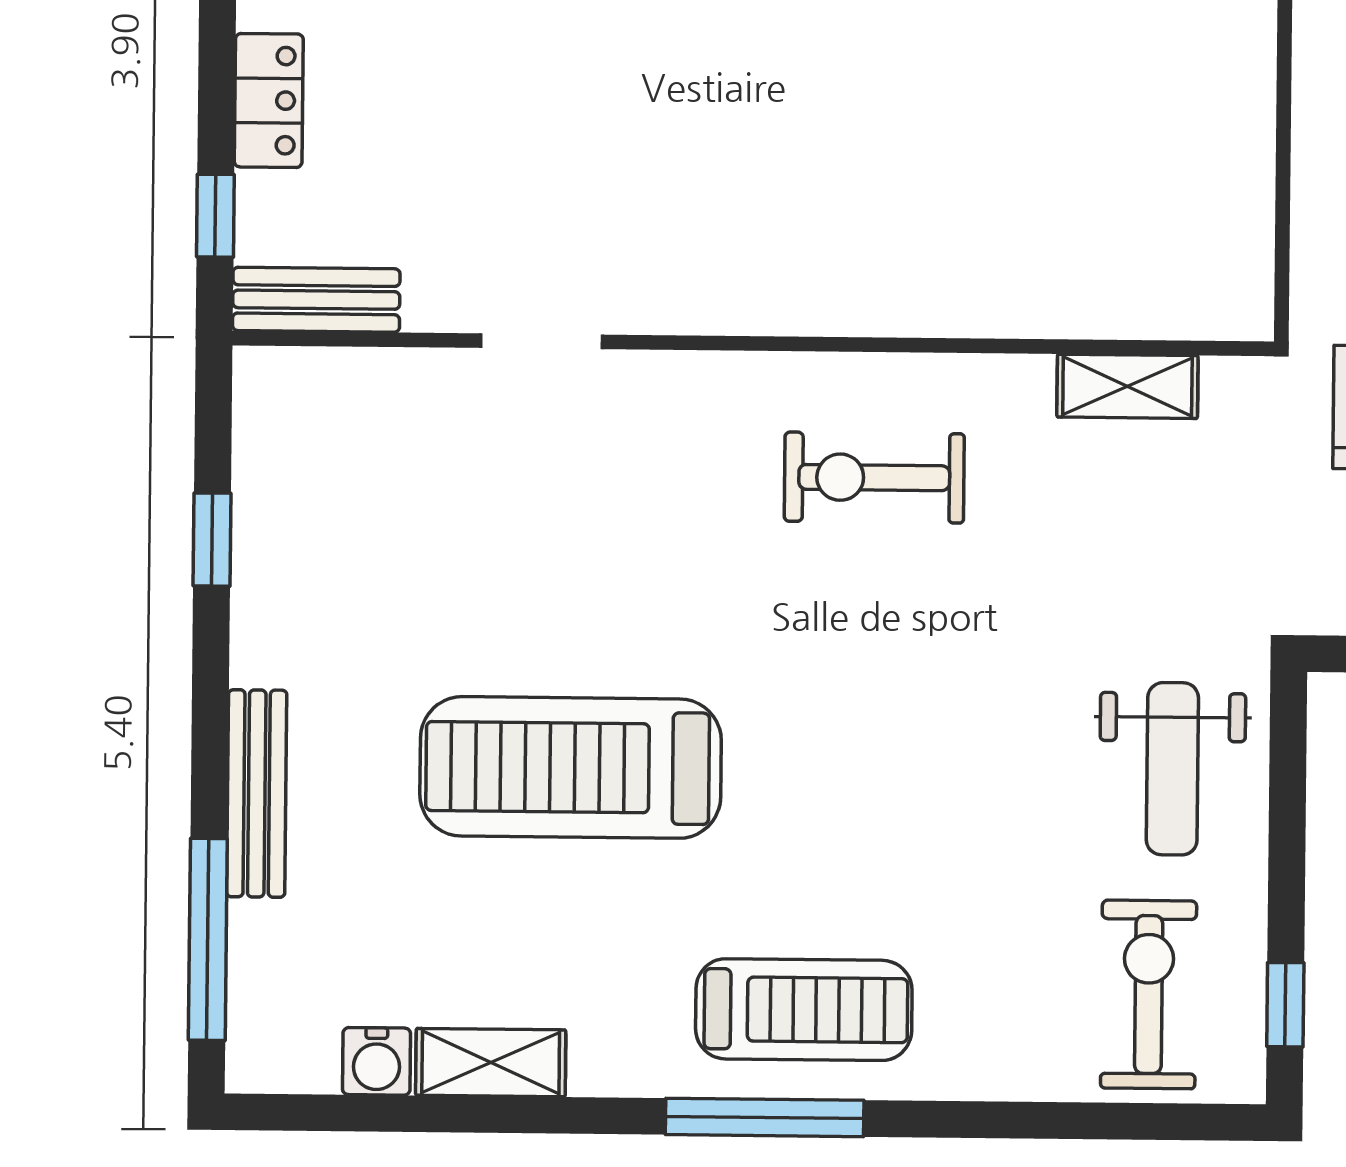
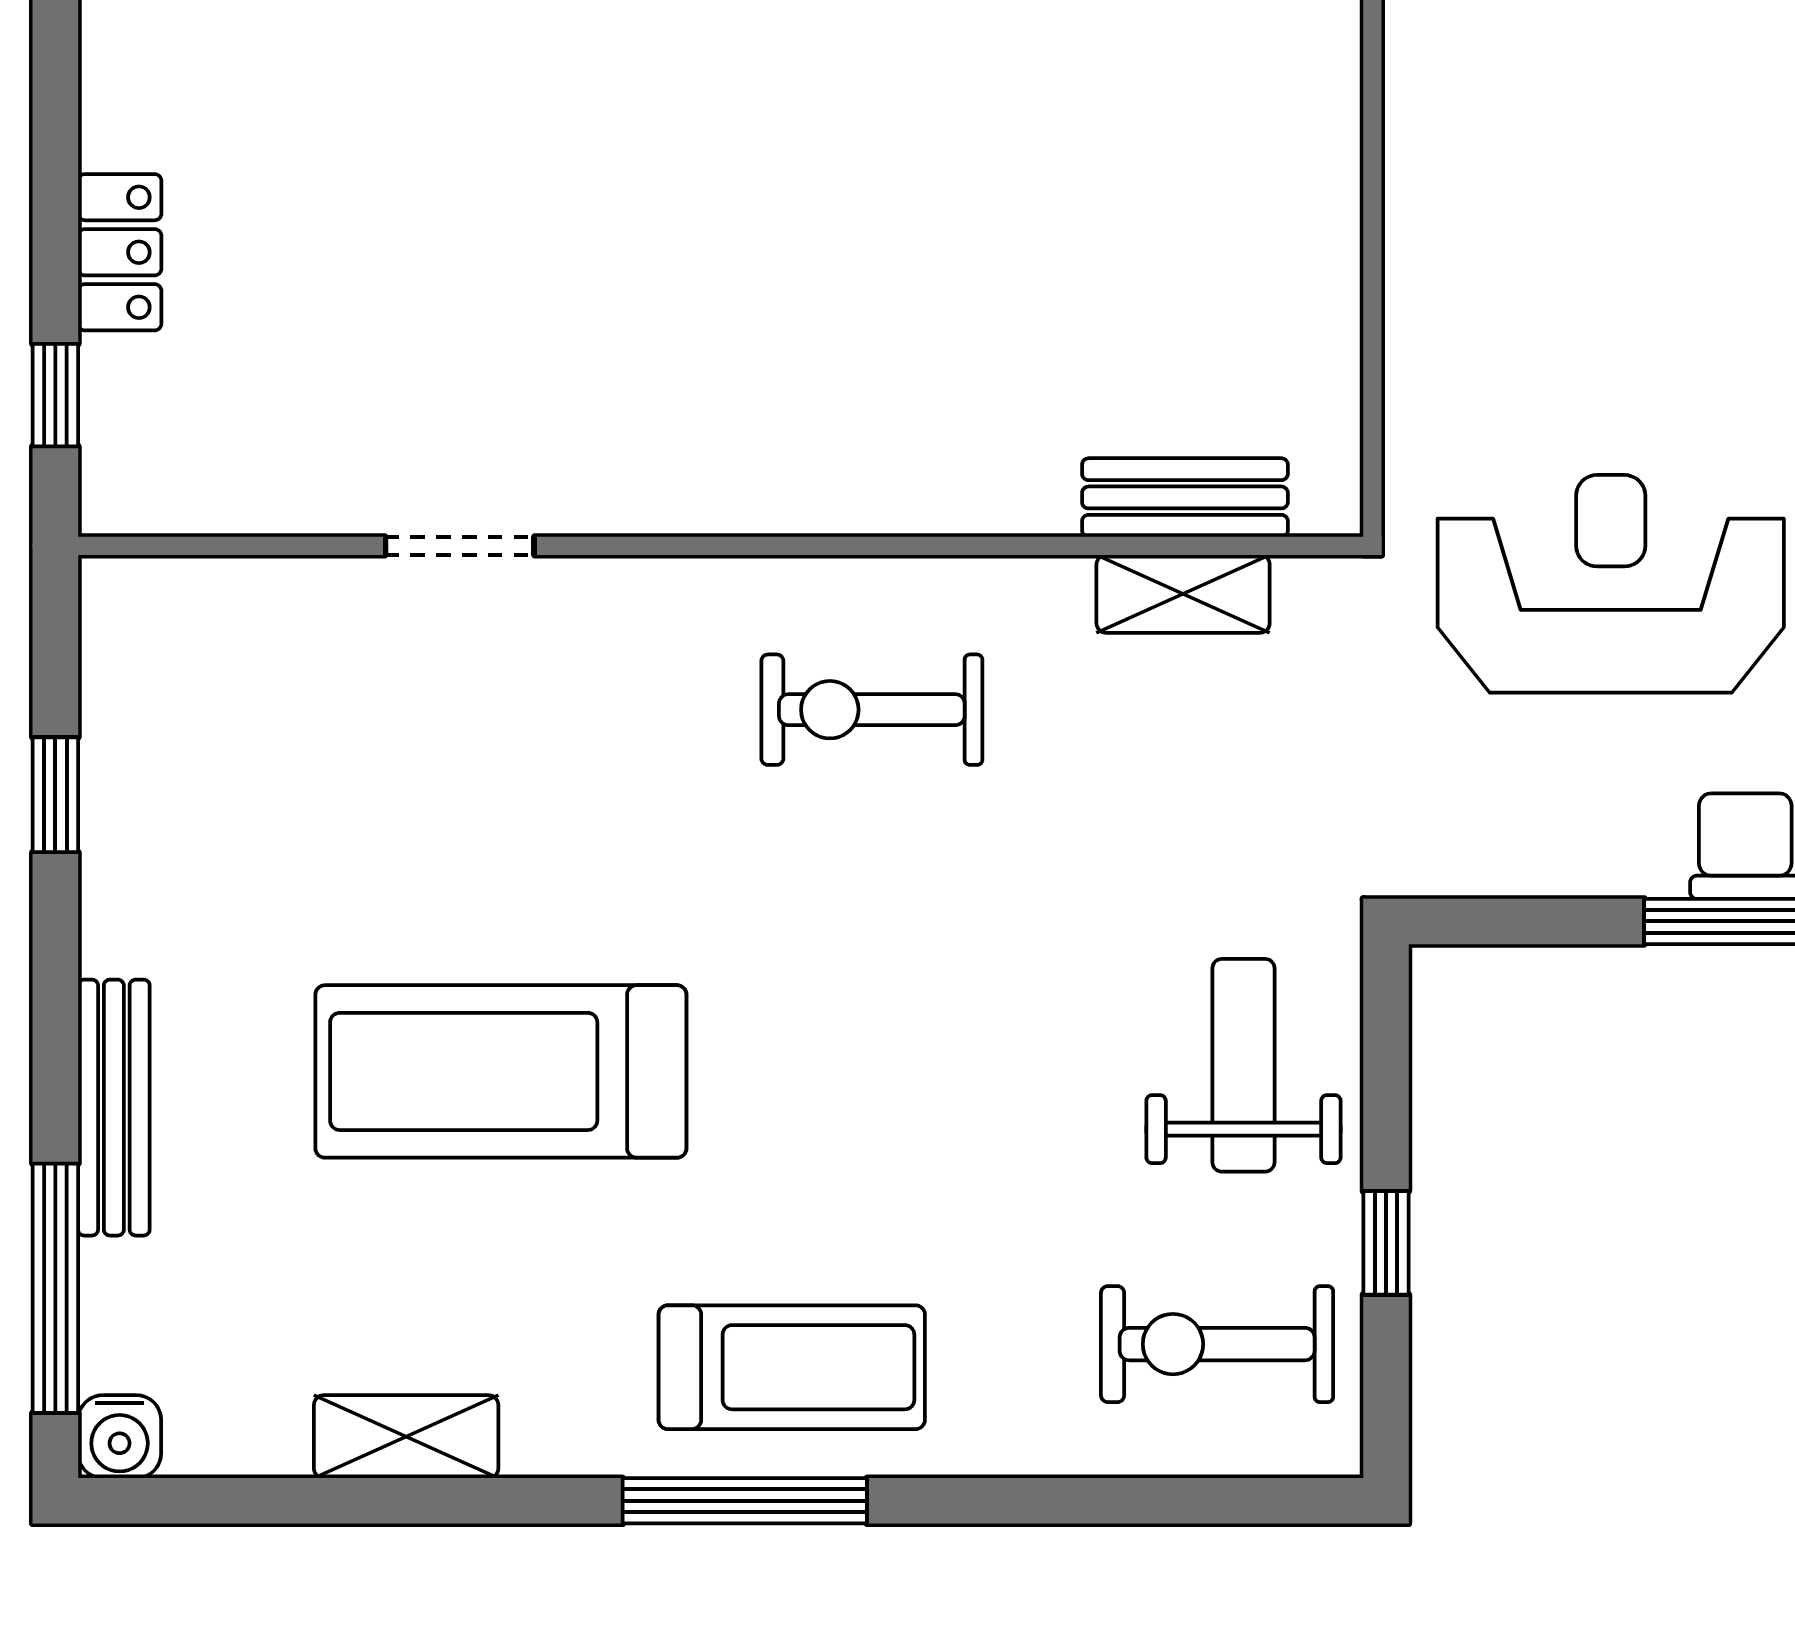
bench: (316, 300) -> (1185, 497), moved
weight bench: (1172, 769) -> (1243, 1065), turned 180
exercise bike: (1149, 994) -> (1217, 1344), turned -90
window: (1285, 1005) -> (1386, 1243), moved
water cooler: (377, 1061) -> (120, 1437), moved

